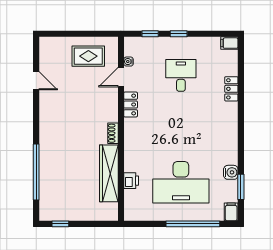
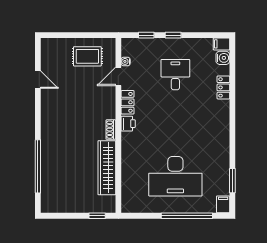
water cooler: (231, 172) -> (223, 58), moved
printer: (131, 181) -> (128, 124), moved
window: (60, 224) -> (97, 216), moved

